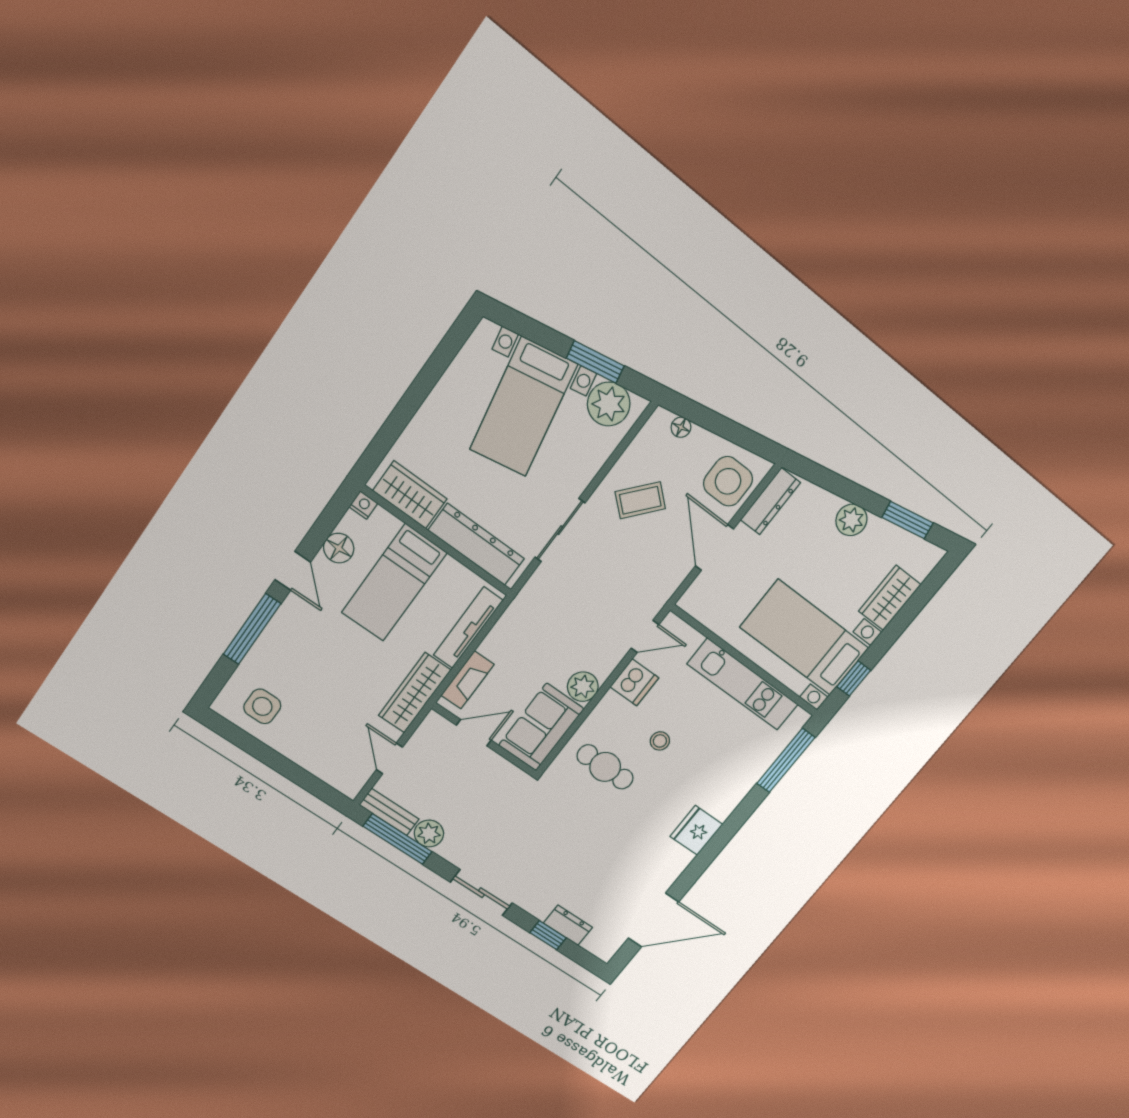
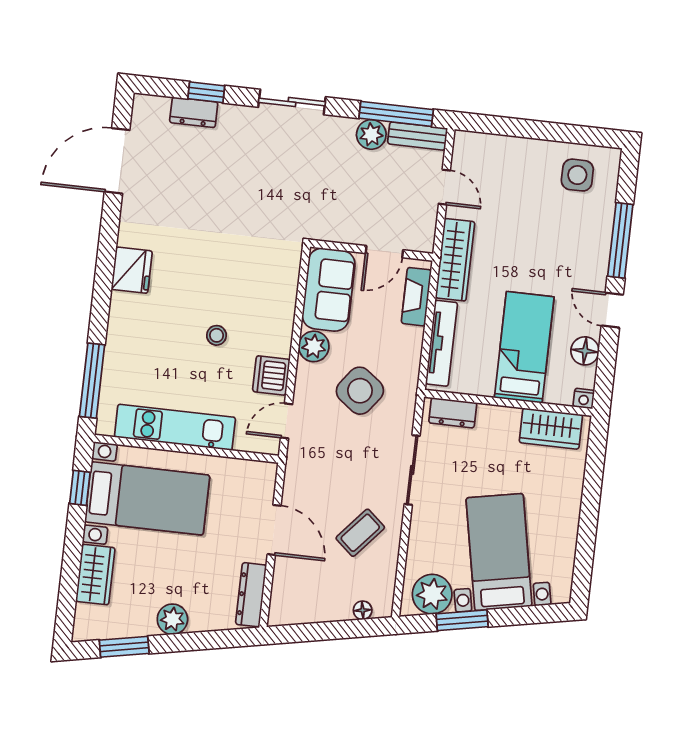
side table: (728, 481) -> (360, 391), moved, turned 37
dresser: (476, 544) -> (453, 413), width x0.51, depth x0.80
cafe table: (605, 767) -> (251, 284), removed

